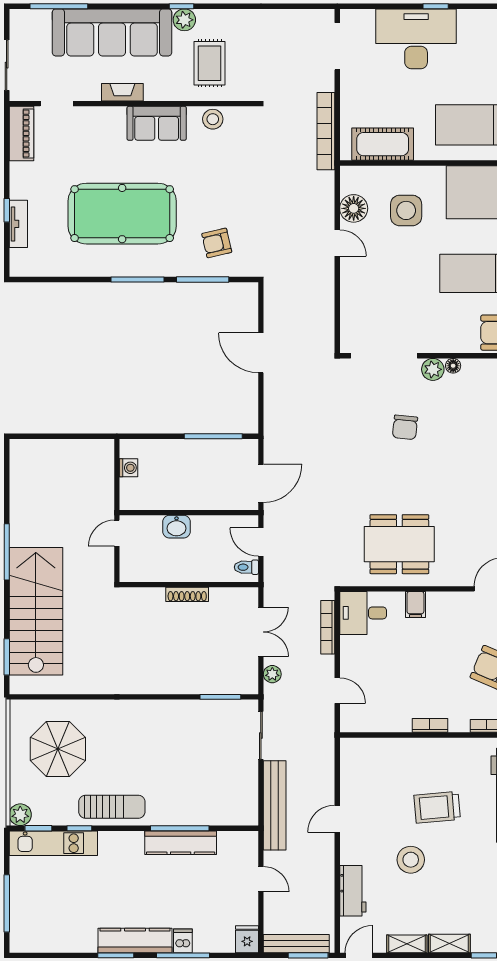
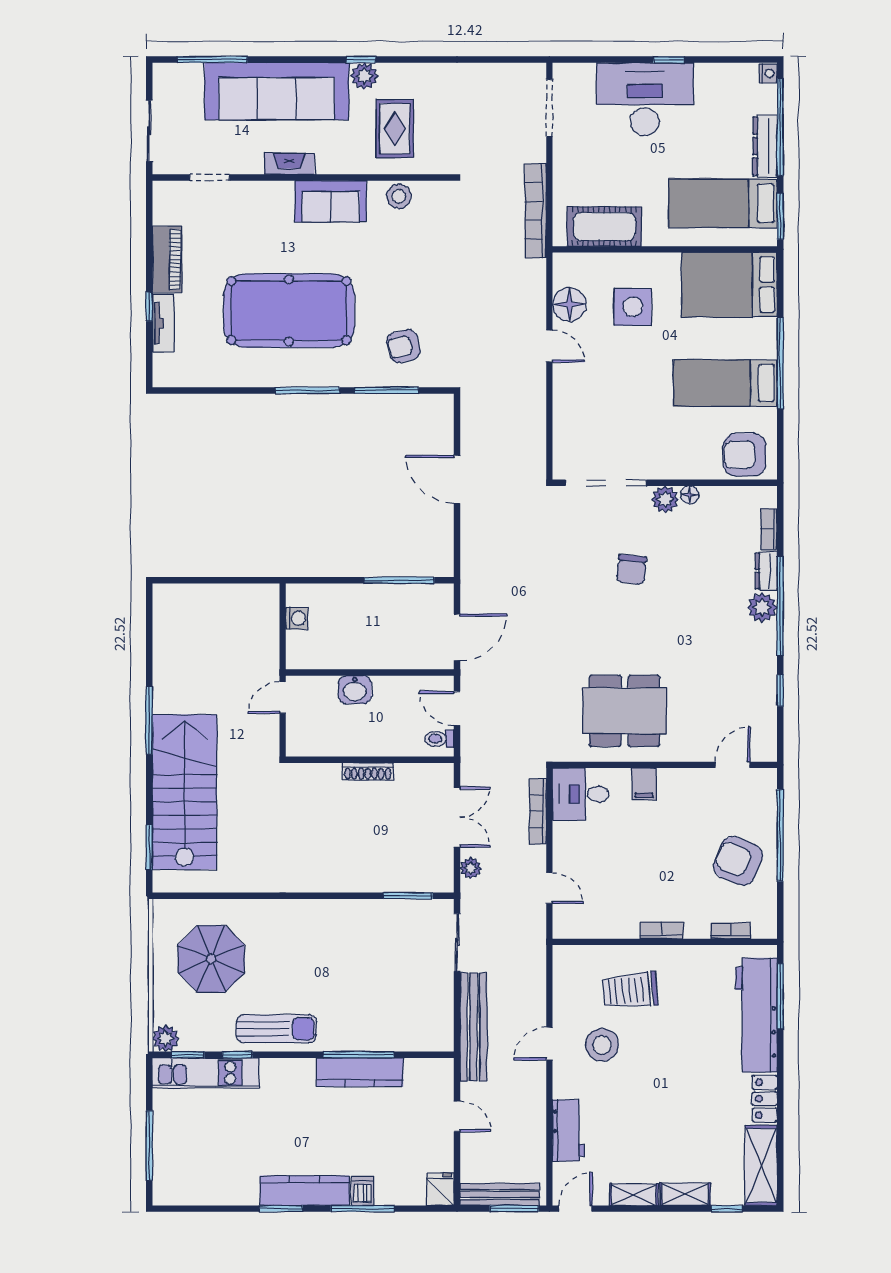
piano: (21, 133) -> (167, 259), moved
trolley: (437, 807) -> (630, 990), moved
stool: (411, 860) -> (602, 1045), moved

